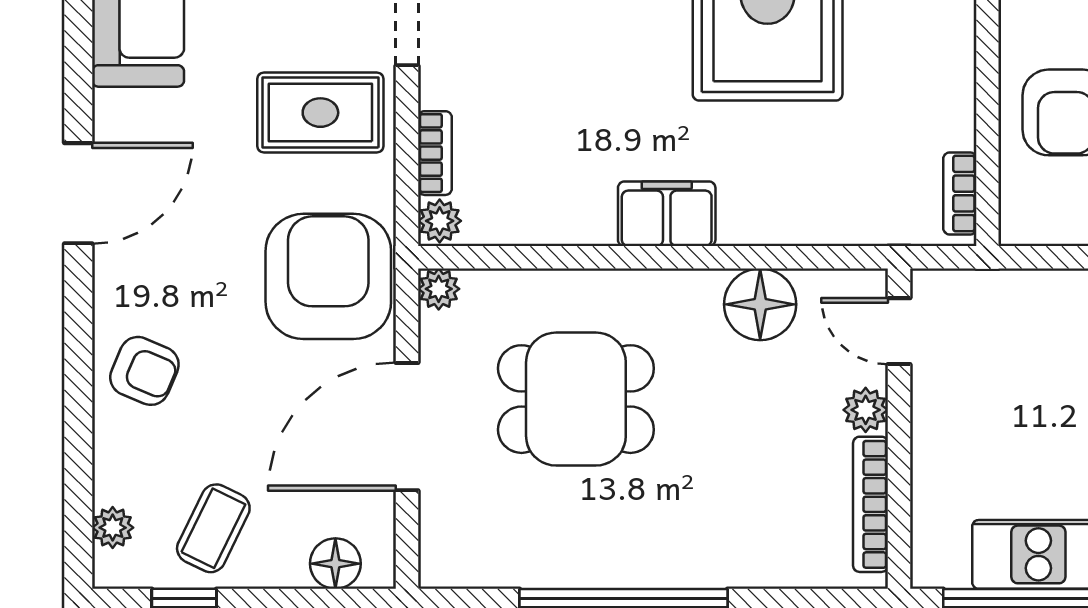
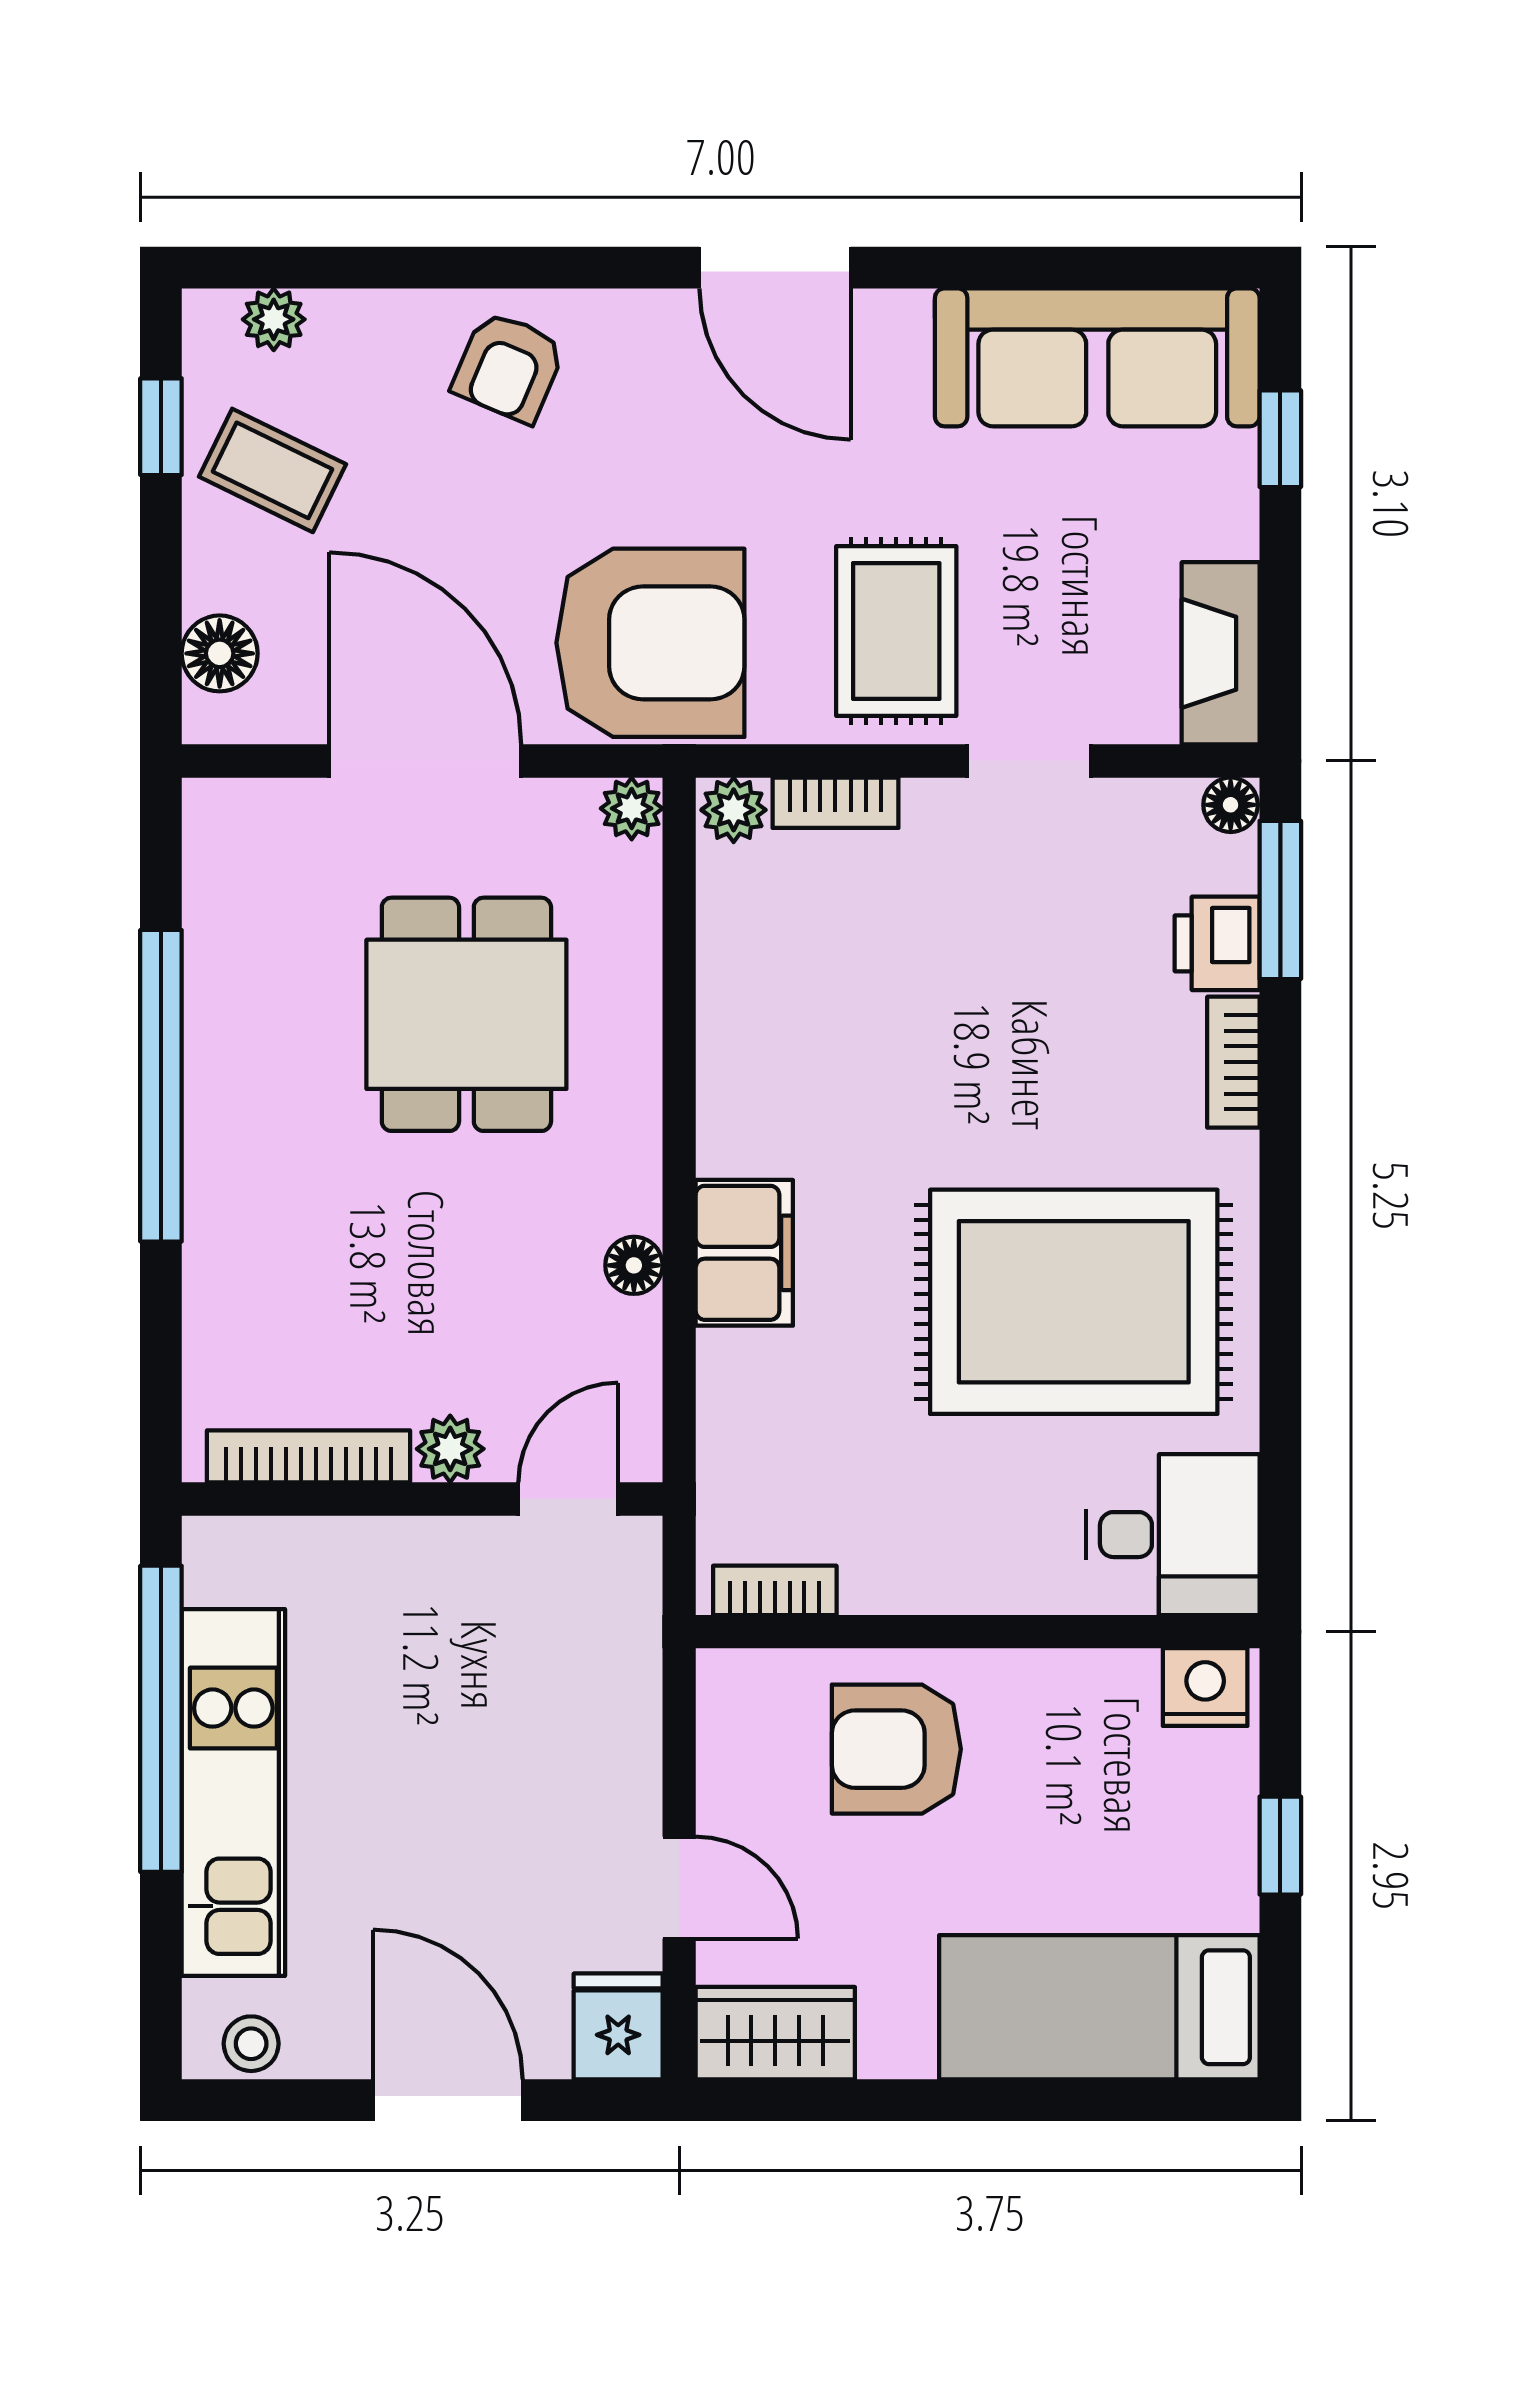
filing cabinet: (667, 214) -> (744, 1253), moved
floor lamp: (760, 304) -> (634, 1265), width x0.53, depth x0.53

